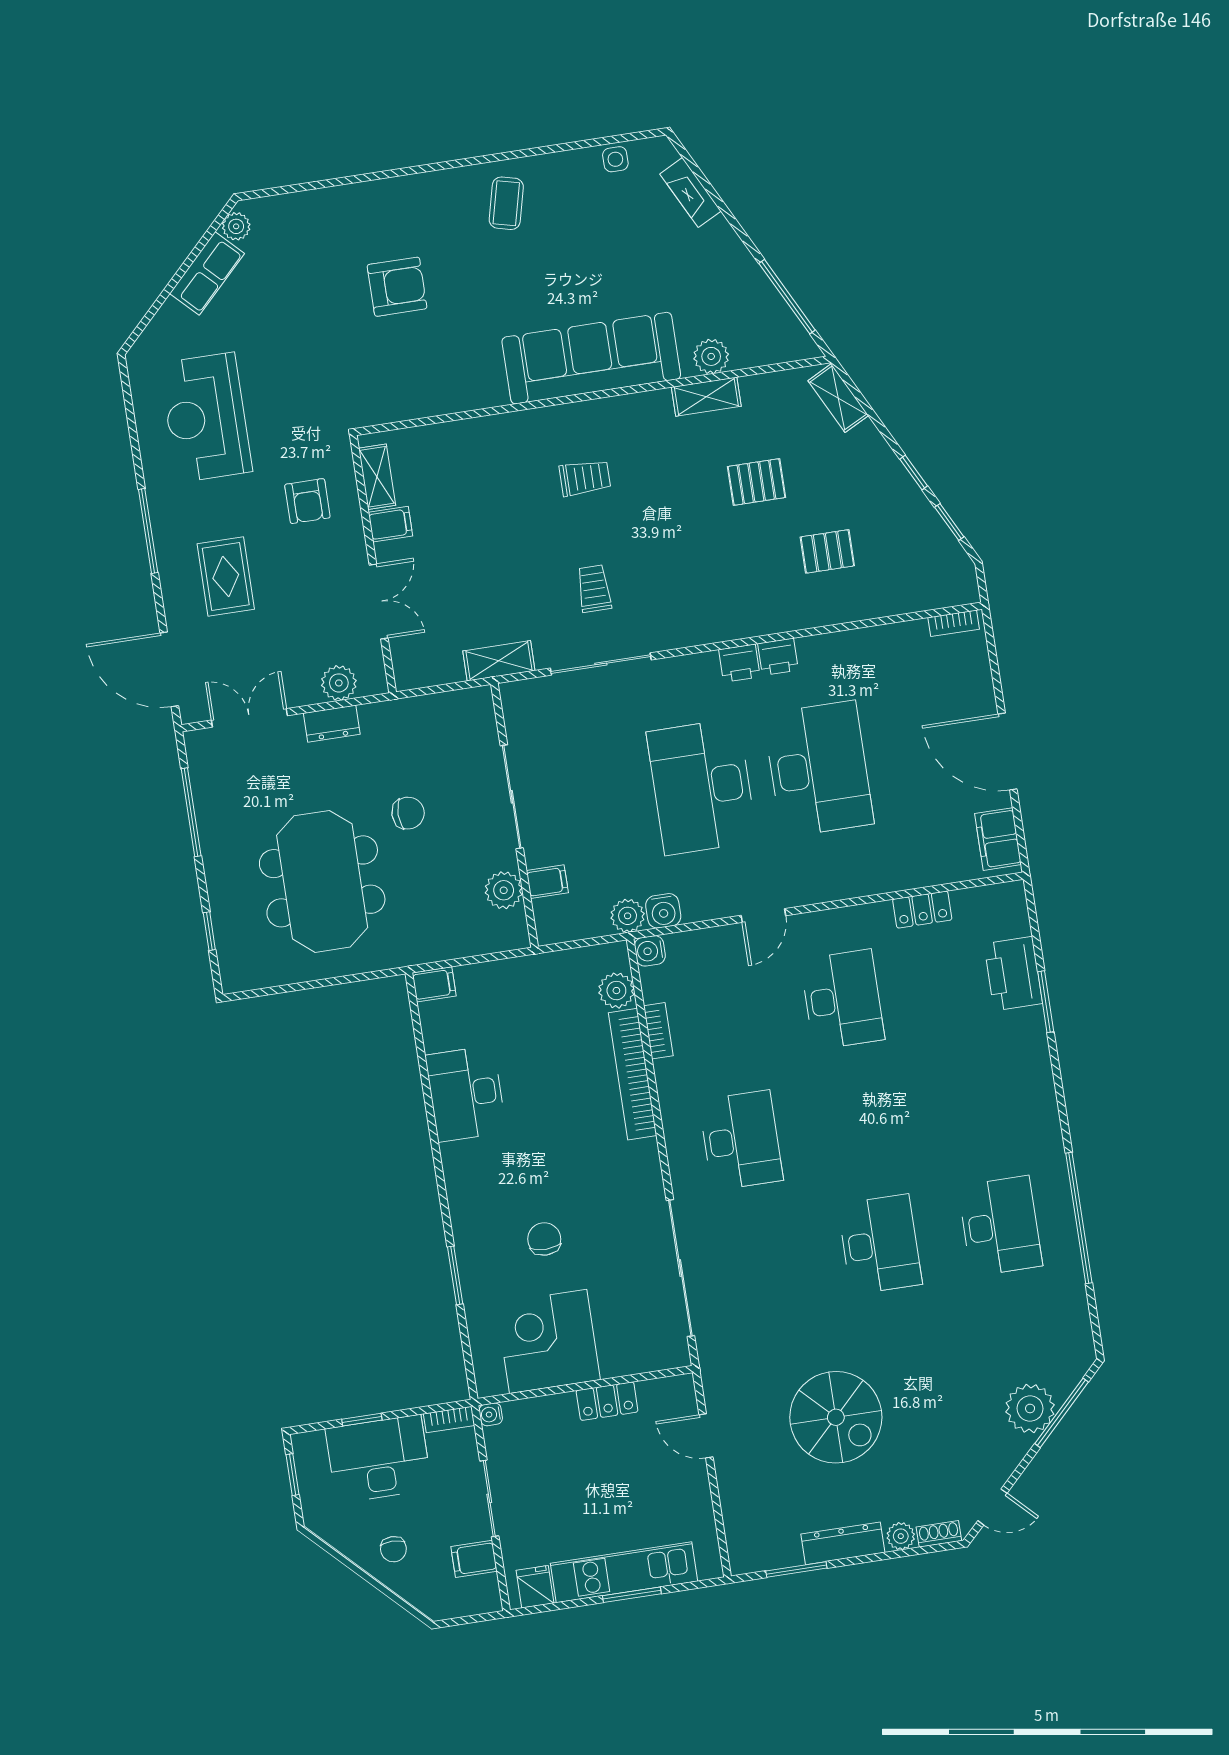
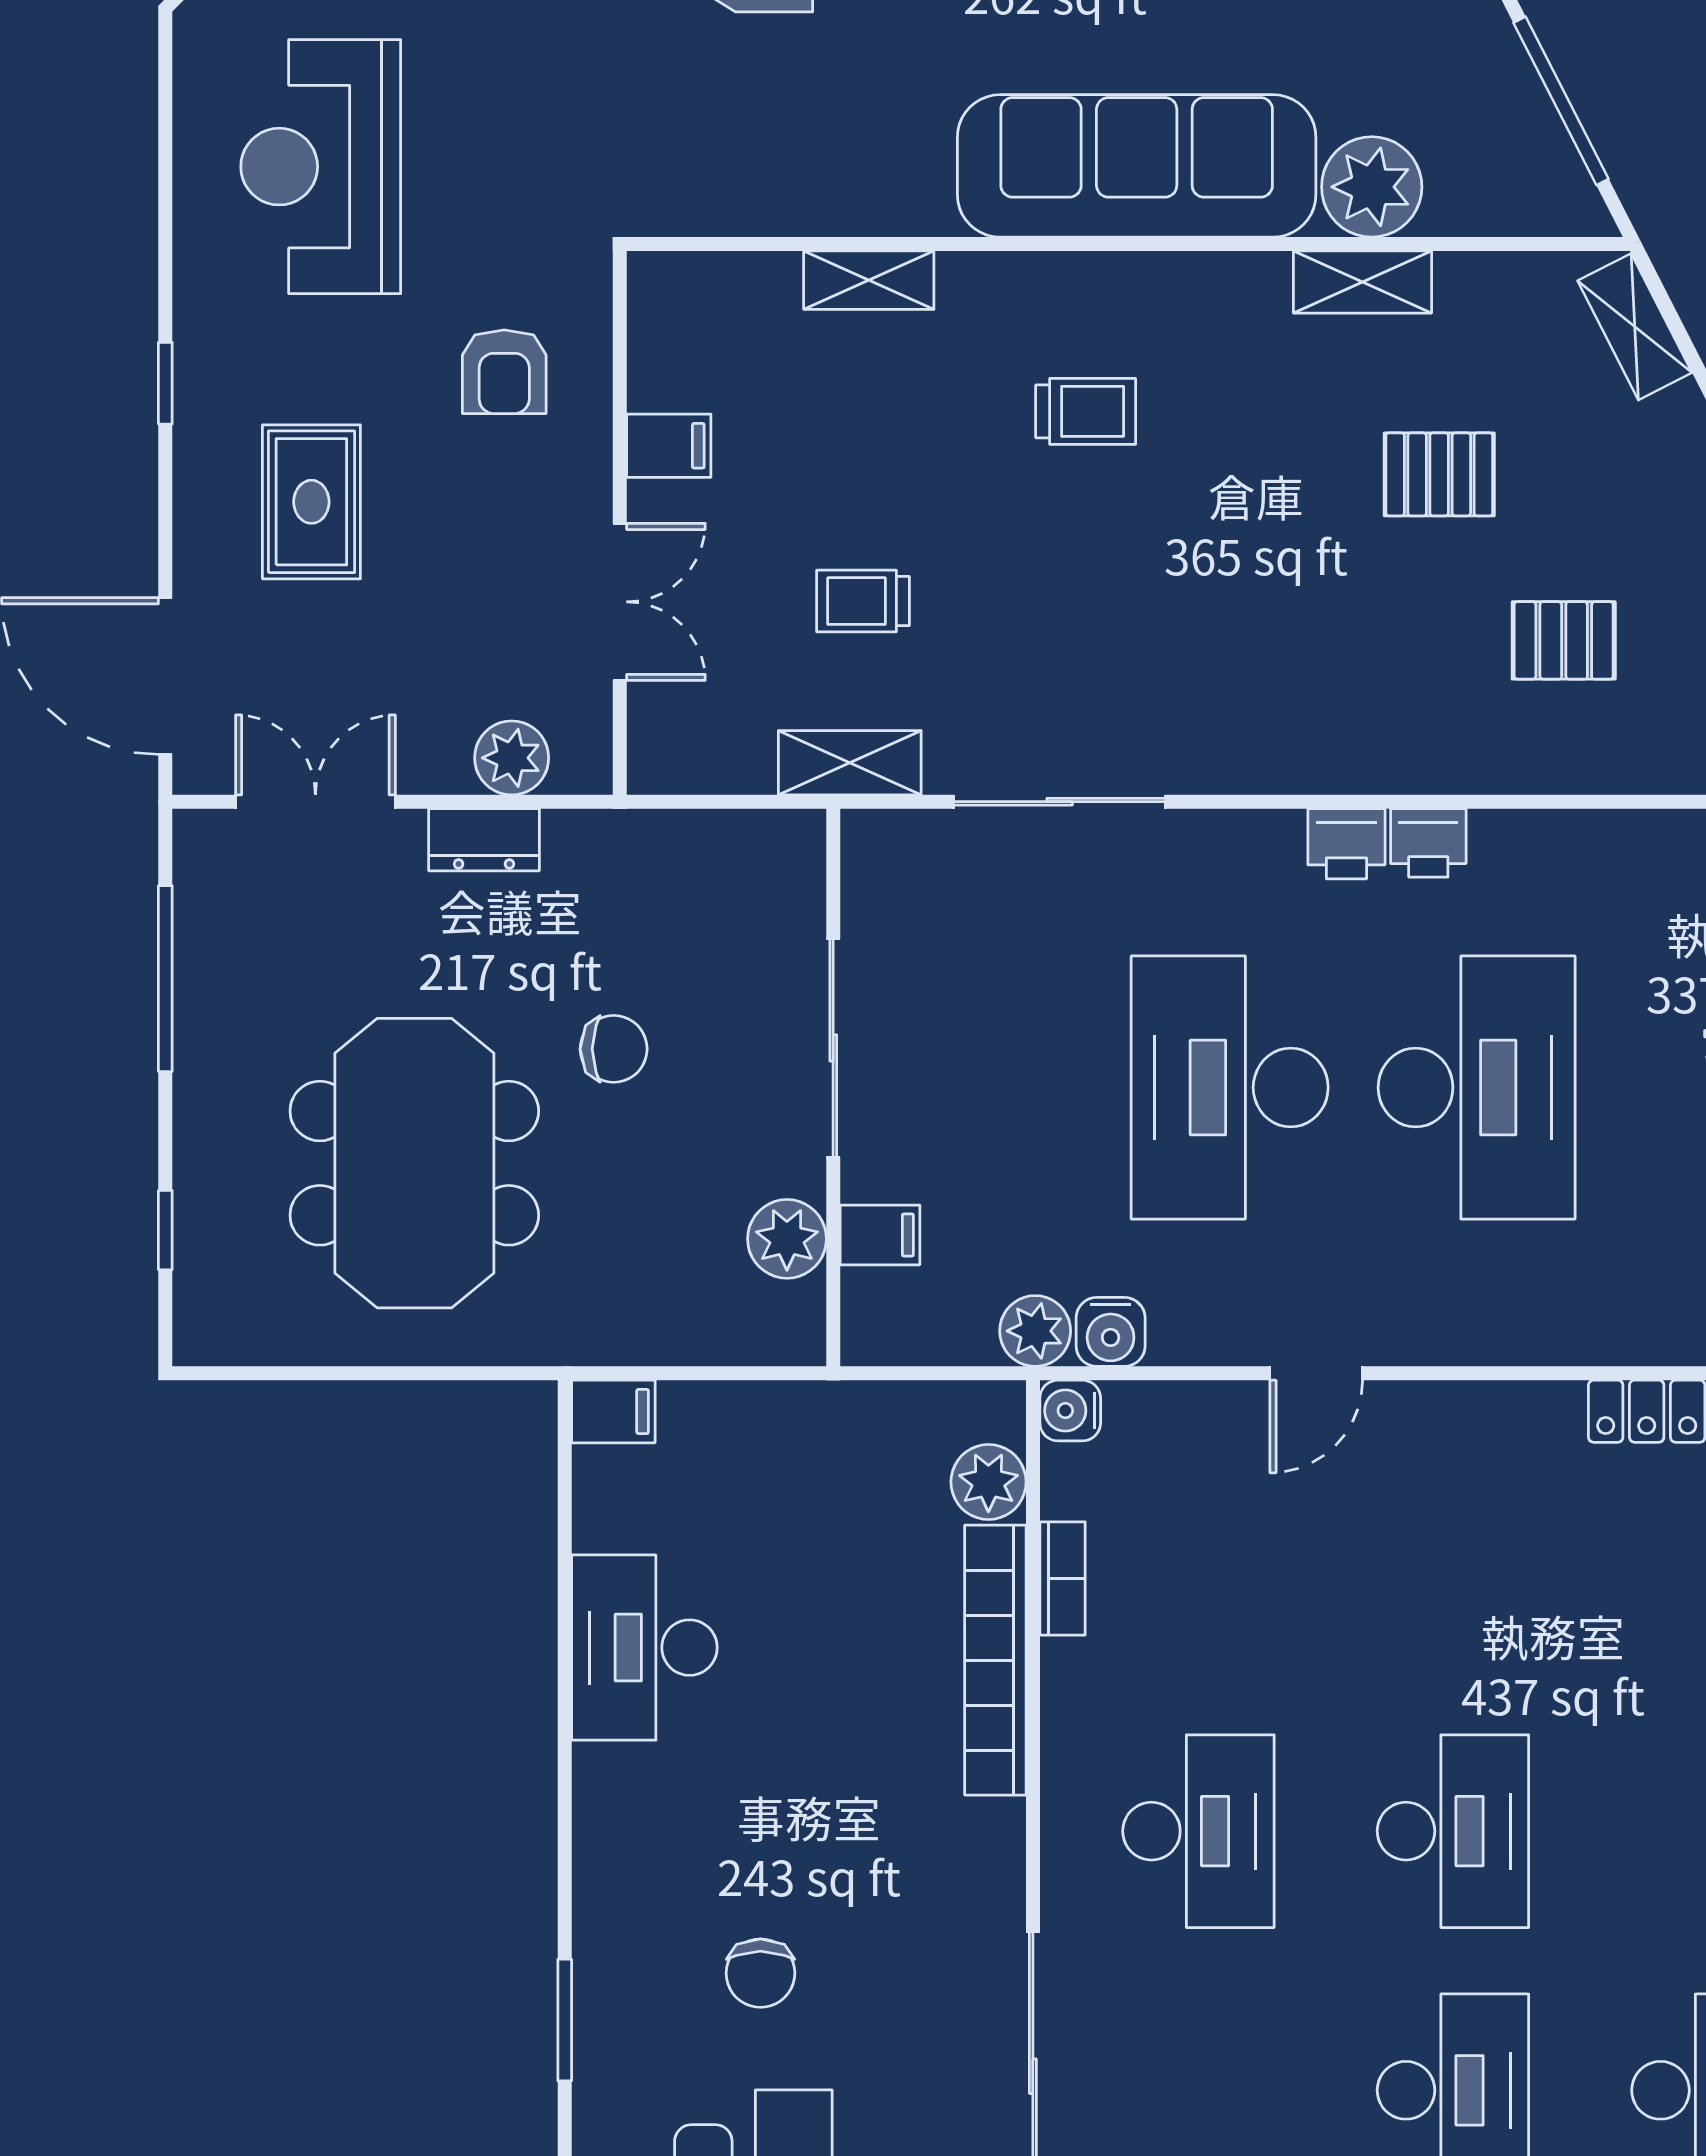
plant: (711, 356) -> (1372, 187), width x1.36, depth x1.36
shelving: (377, 477) -> (869, 280), moved, turned 90
window: (148, 531) -> (165, 383), width x0.46
trolley: (594, 589) -> (863, 601), moved, turned -90
desk: (842, 999) -> (1453, 1831), moved
chair: (544, 1239) -> (760, 1973), turned 180

